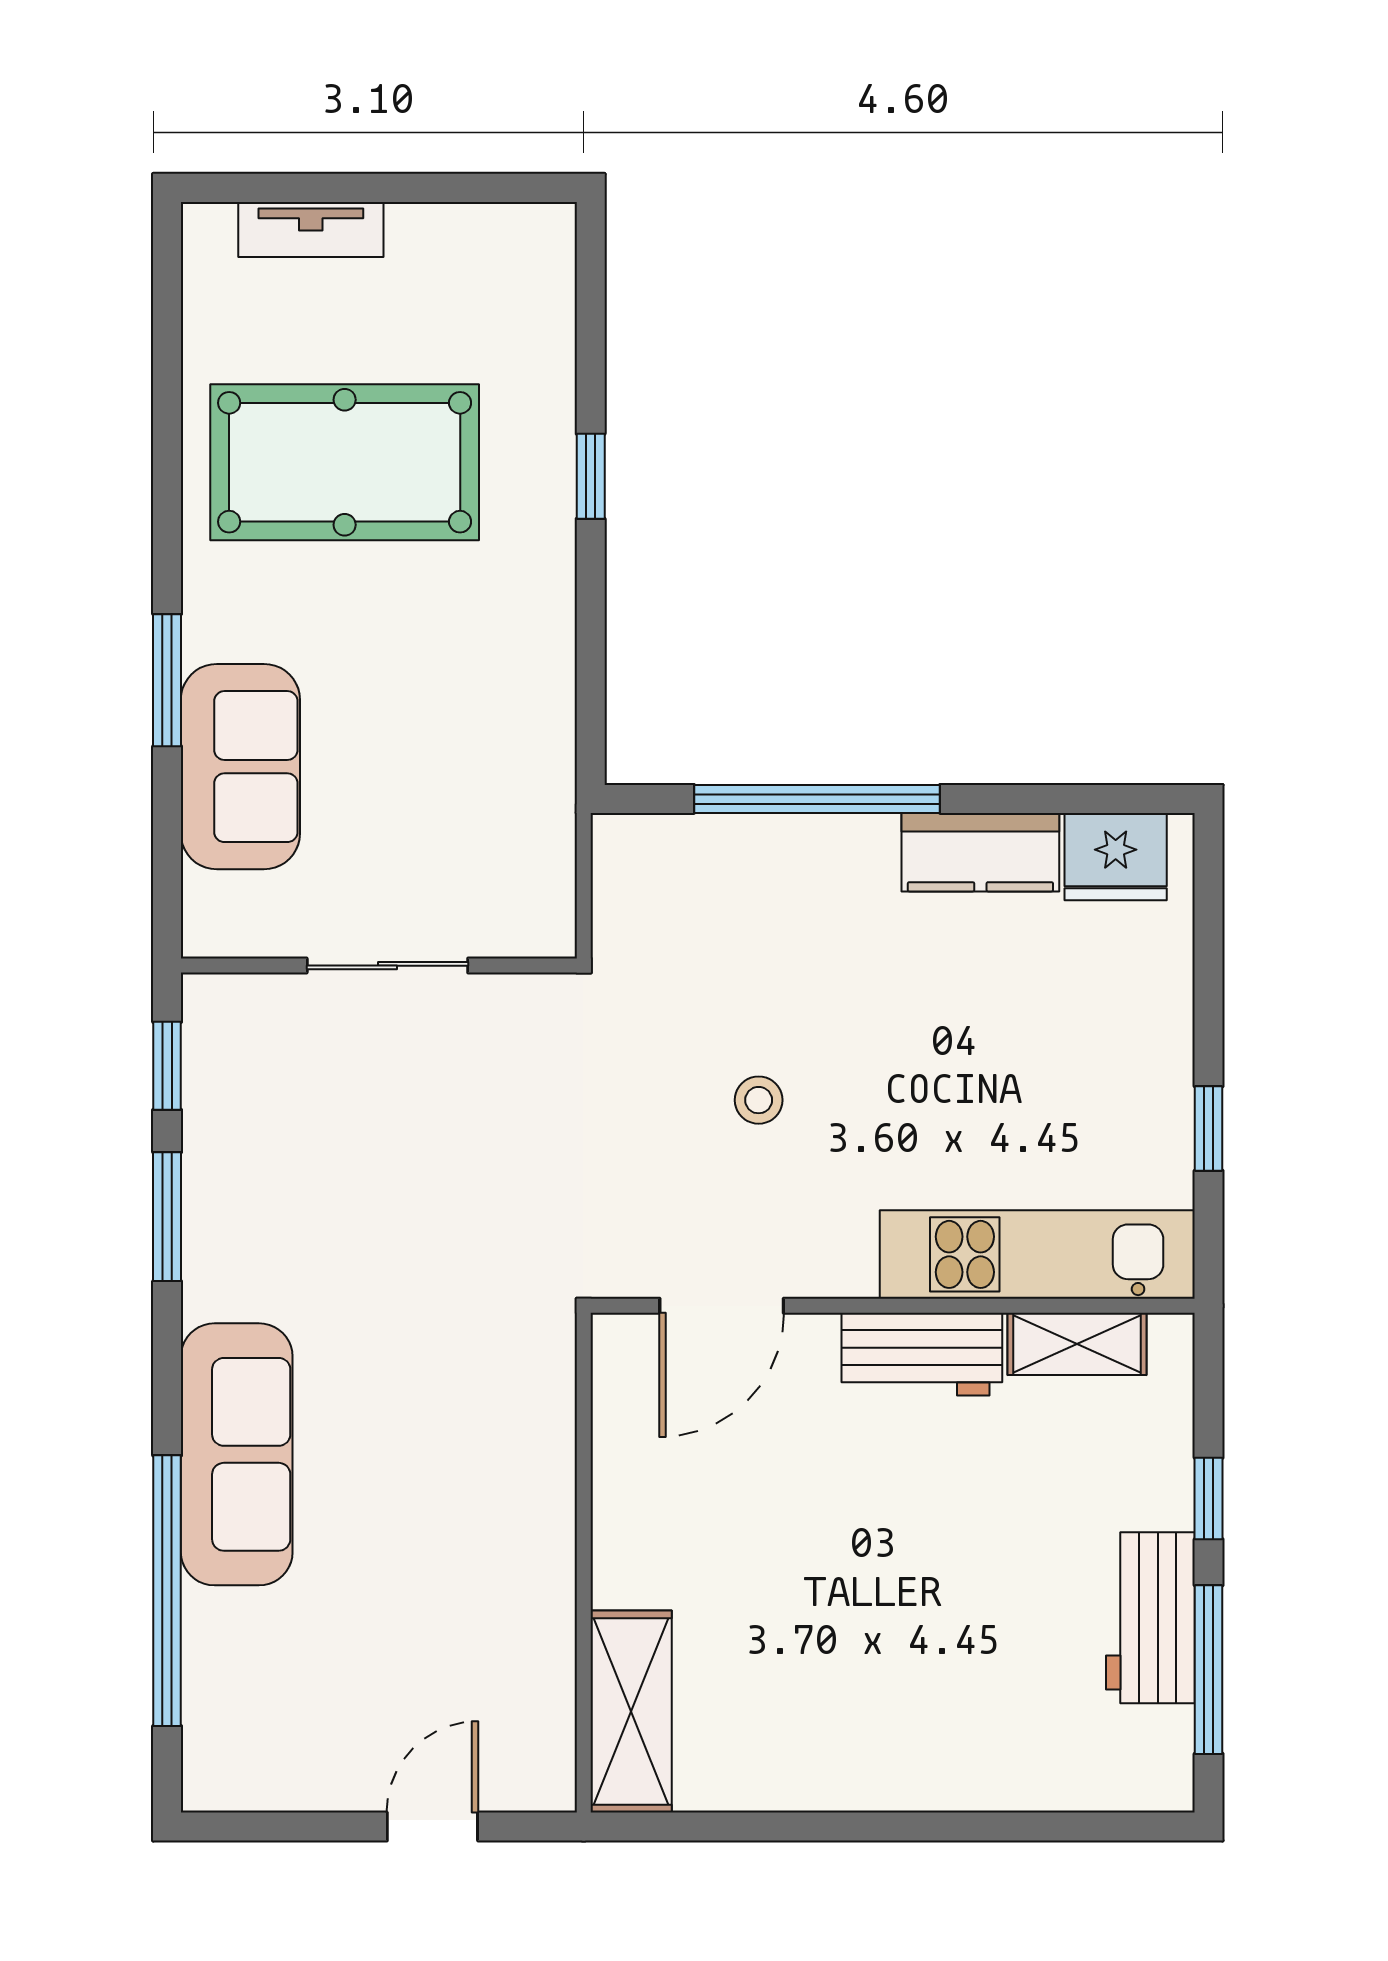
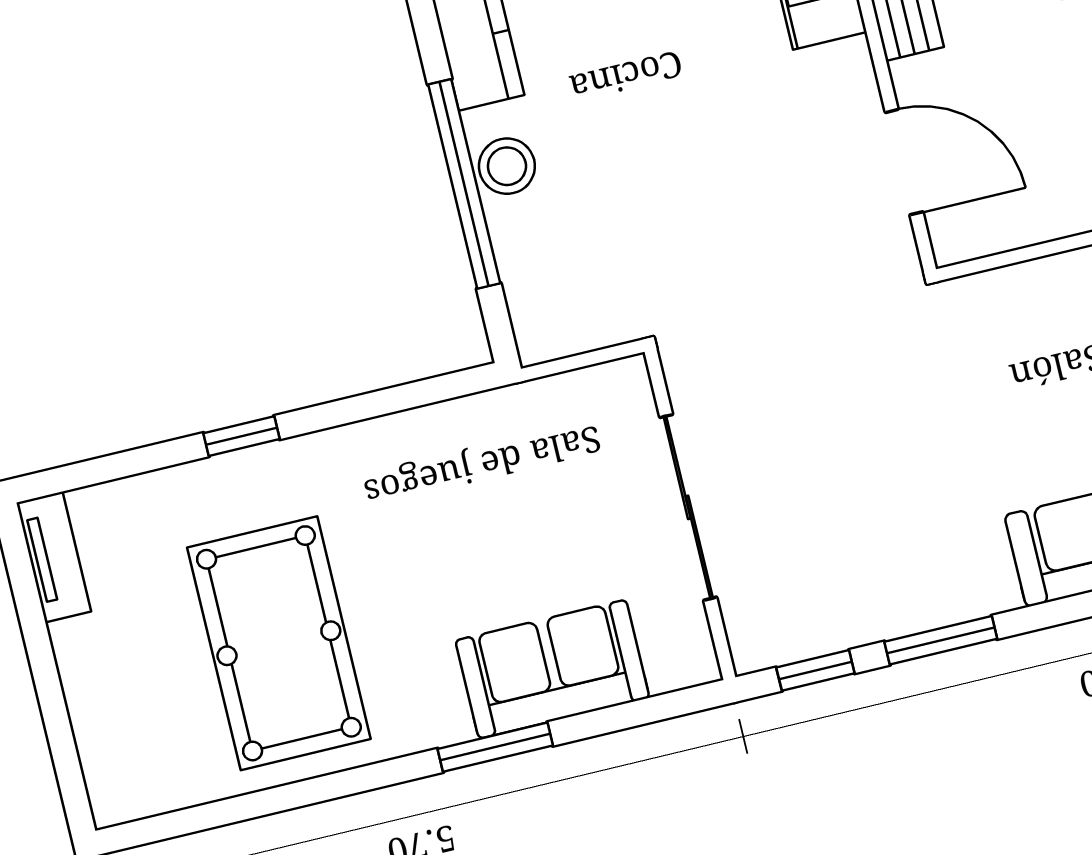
tv unit: (311, 229) -> (54, 557), moved
sliding door: (387, 966) -> (688, 507), width x1.37
stool: (759, 1100) -> (507, 166), moved, width x1.37, depth x1.37

